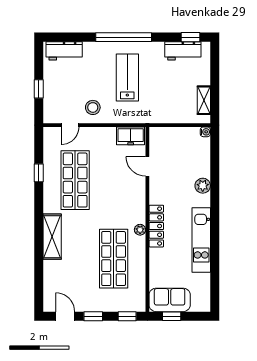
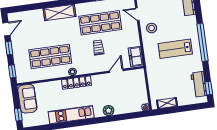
lab bench: (127, 78) -> (175, 49), turned 180
trolley: (110, 188) -> (98, 47), added
window: (172, 316) -> (18, 115), moved

